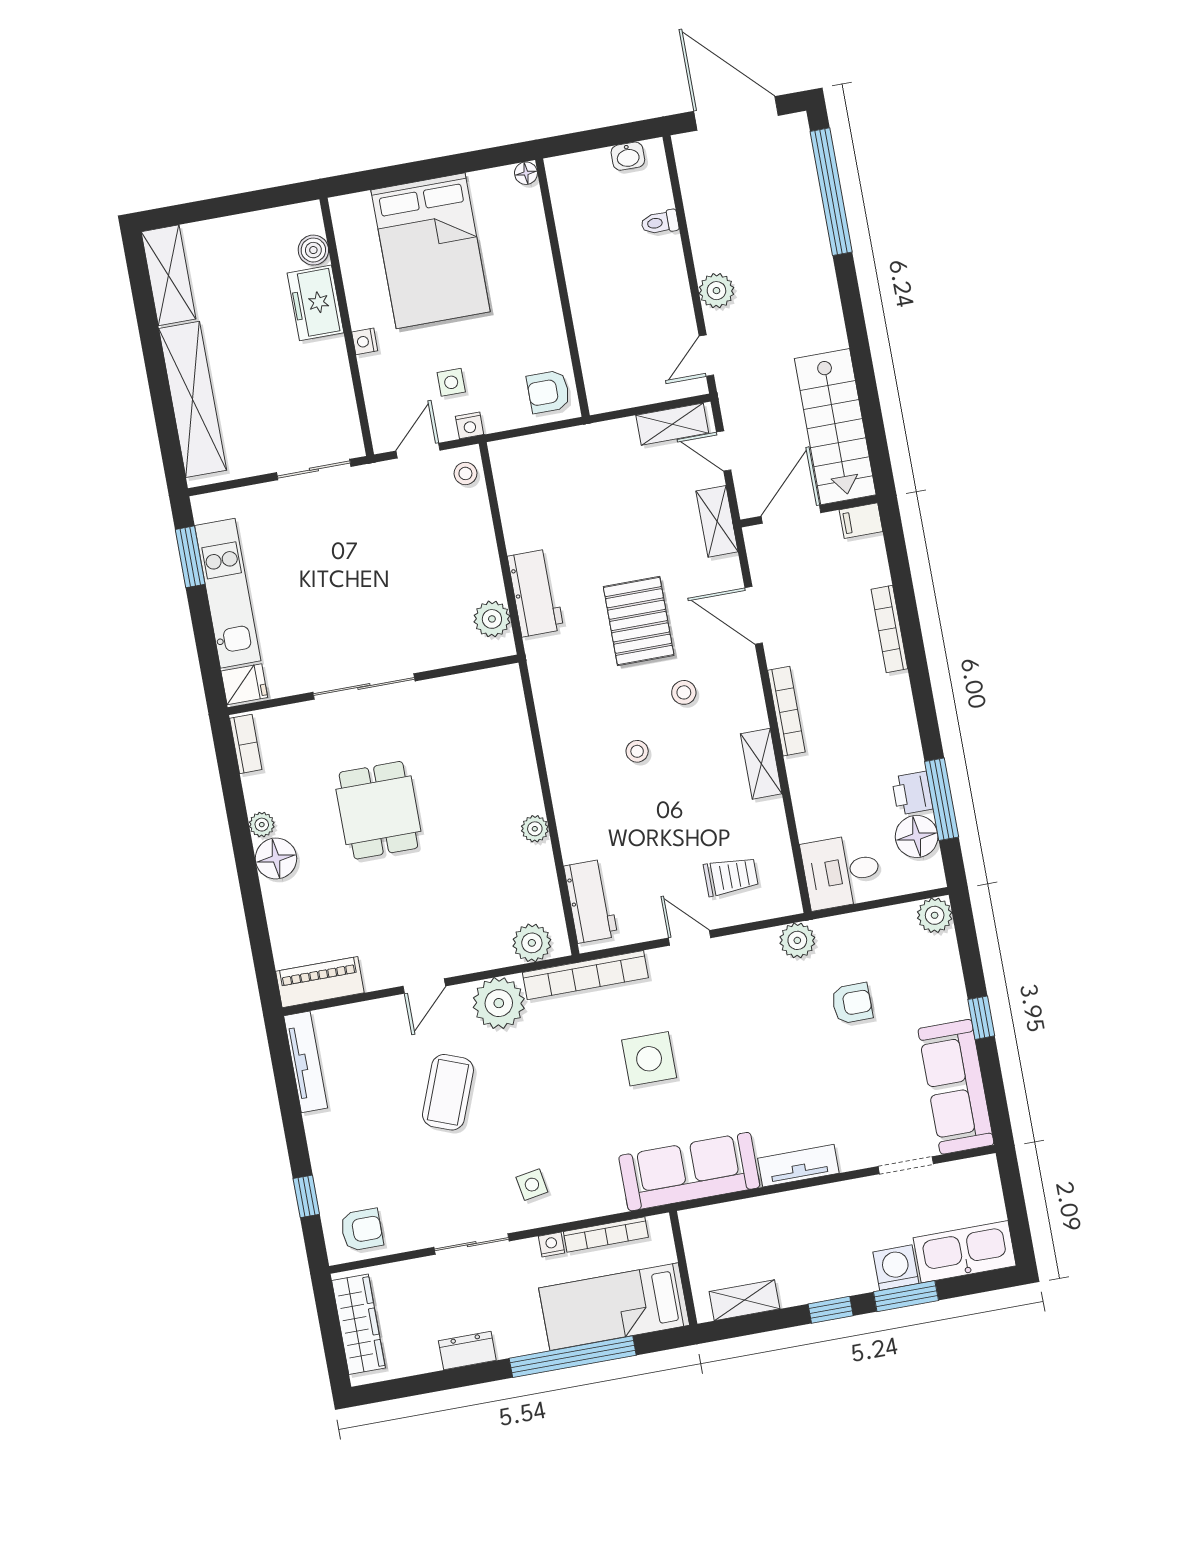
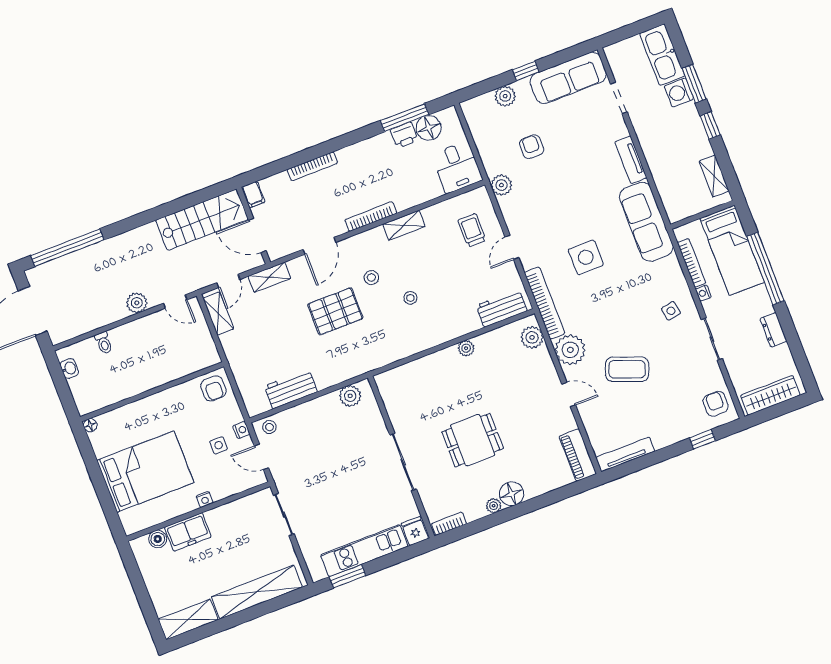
workbench: (536, 593) -> (291, 389), moved
plant: (935, 915) -> (505, 96), moved

